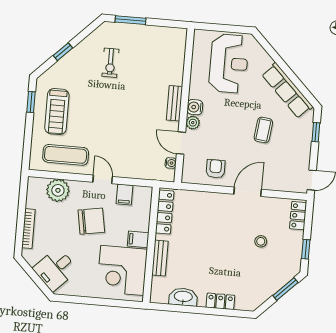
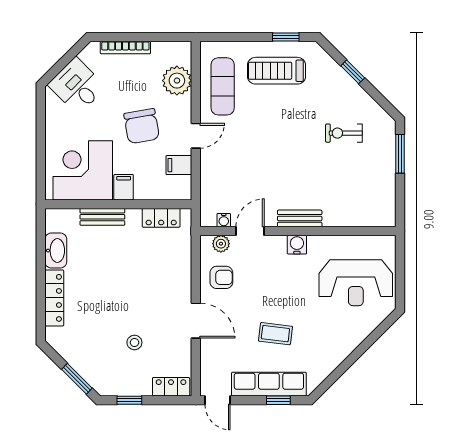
row of seats: (287, 91) -> (269, 384), moved, turned 45
plant: (193, 123) -> (221, 244), moved
locker: (165, 212) -> (161, 218), width x0.66
locker: (220, 301) -> (54, 298), width x1.53

